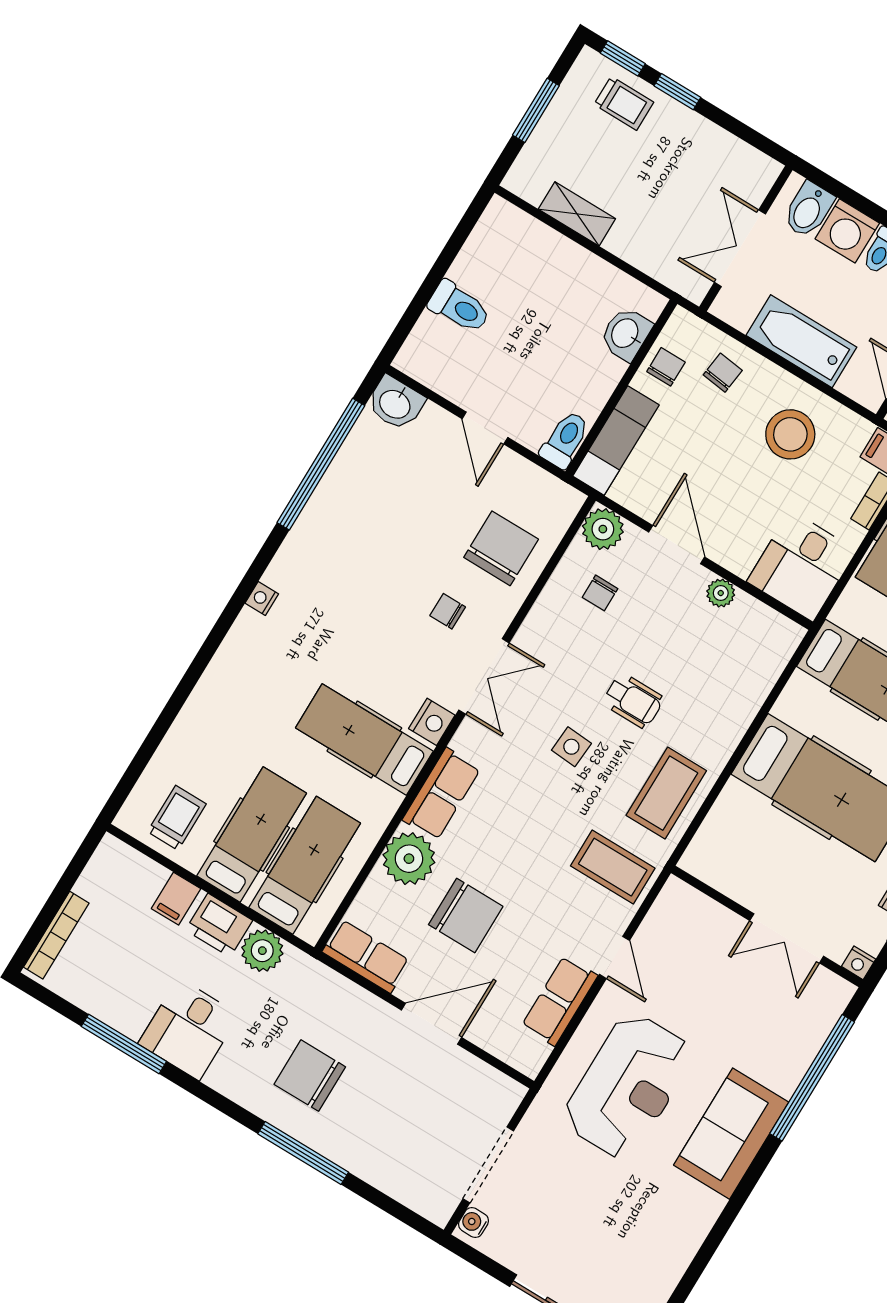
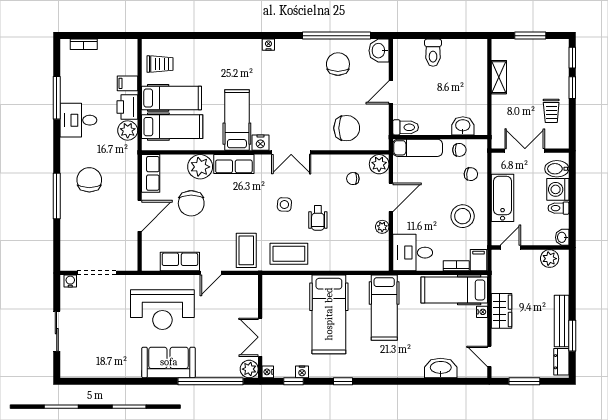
trolley: (624, 103) -> (551, 111), moved
chair: (448, 611) -> (338, 64), moved, width x1.87, depth x1.87
bookcase: (56, 935) -> (84, 44), width x0.64
plant: (833, 994) -> (249, 369), added
door: (431, 1024) -> (140, 216), hinge flipped

